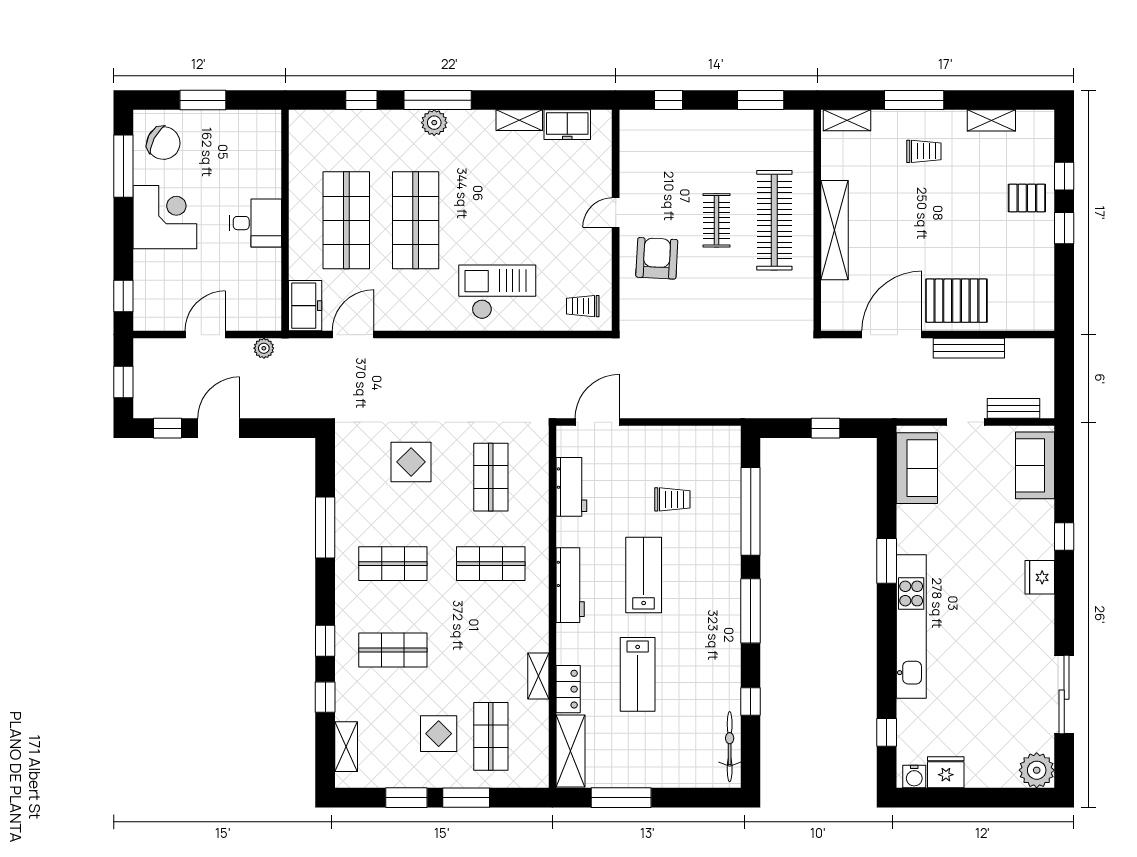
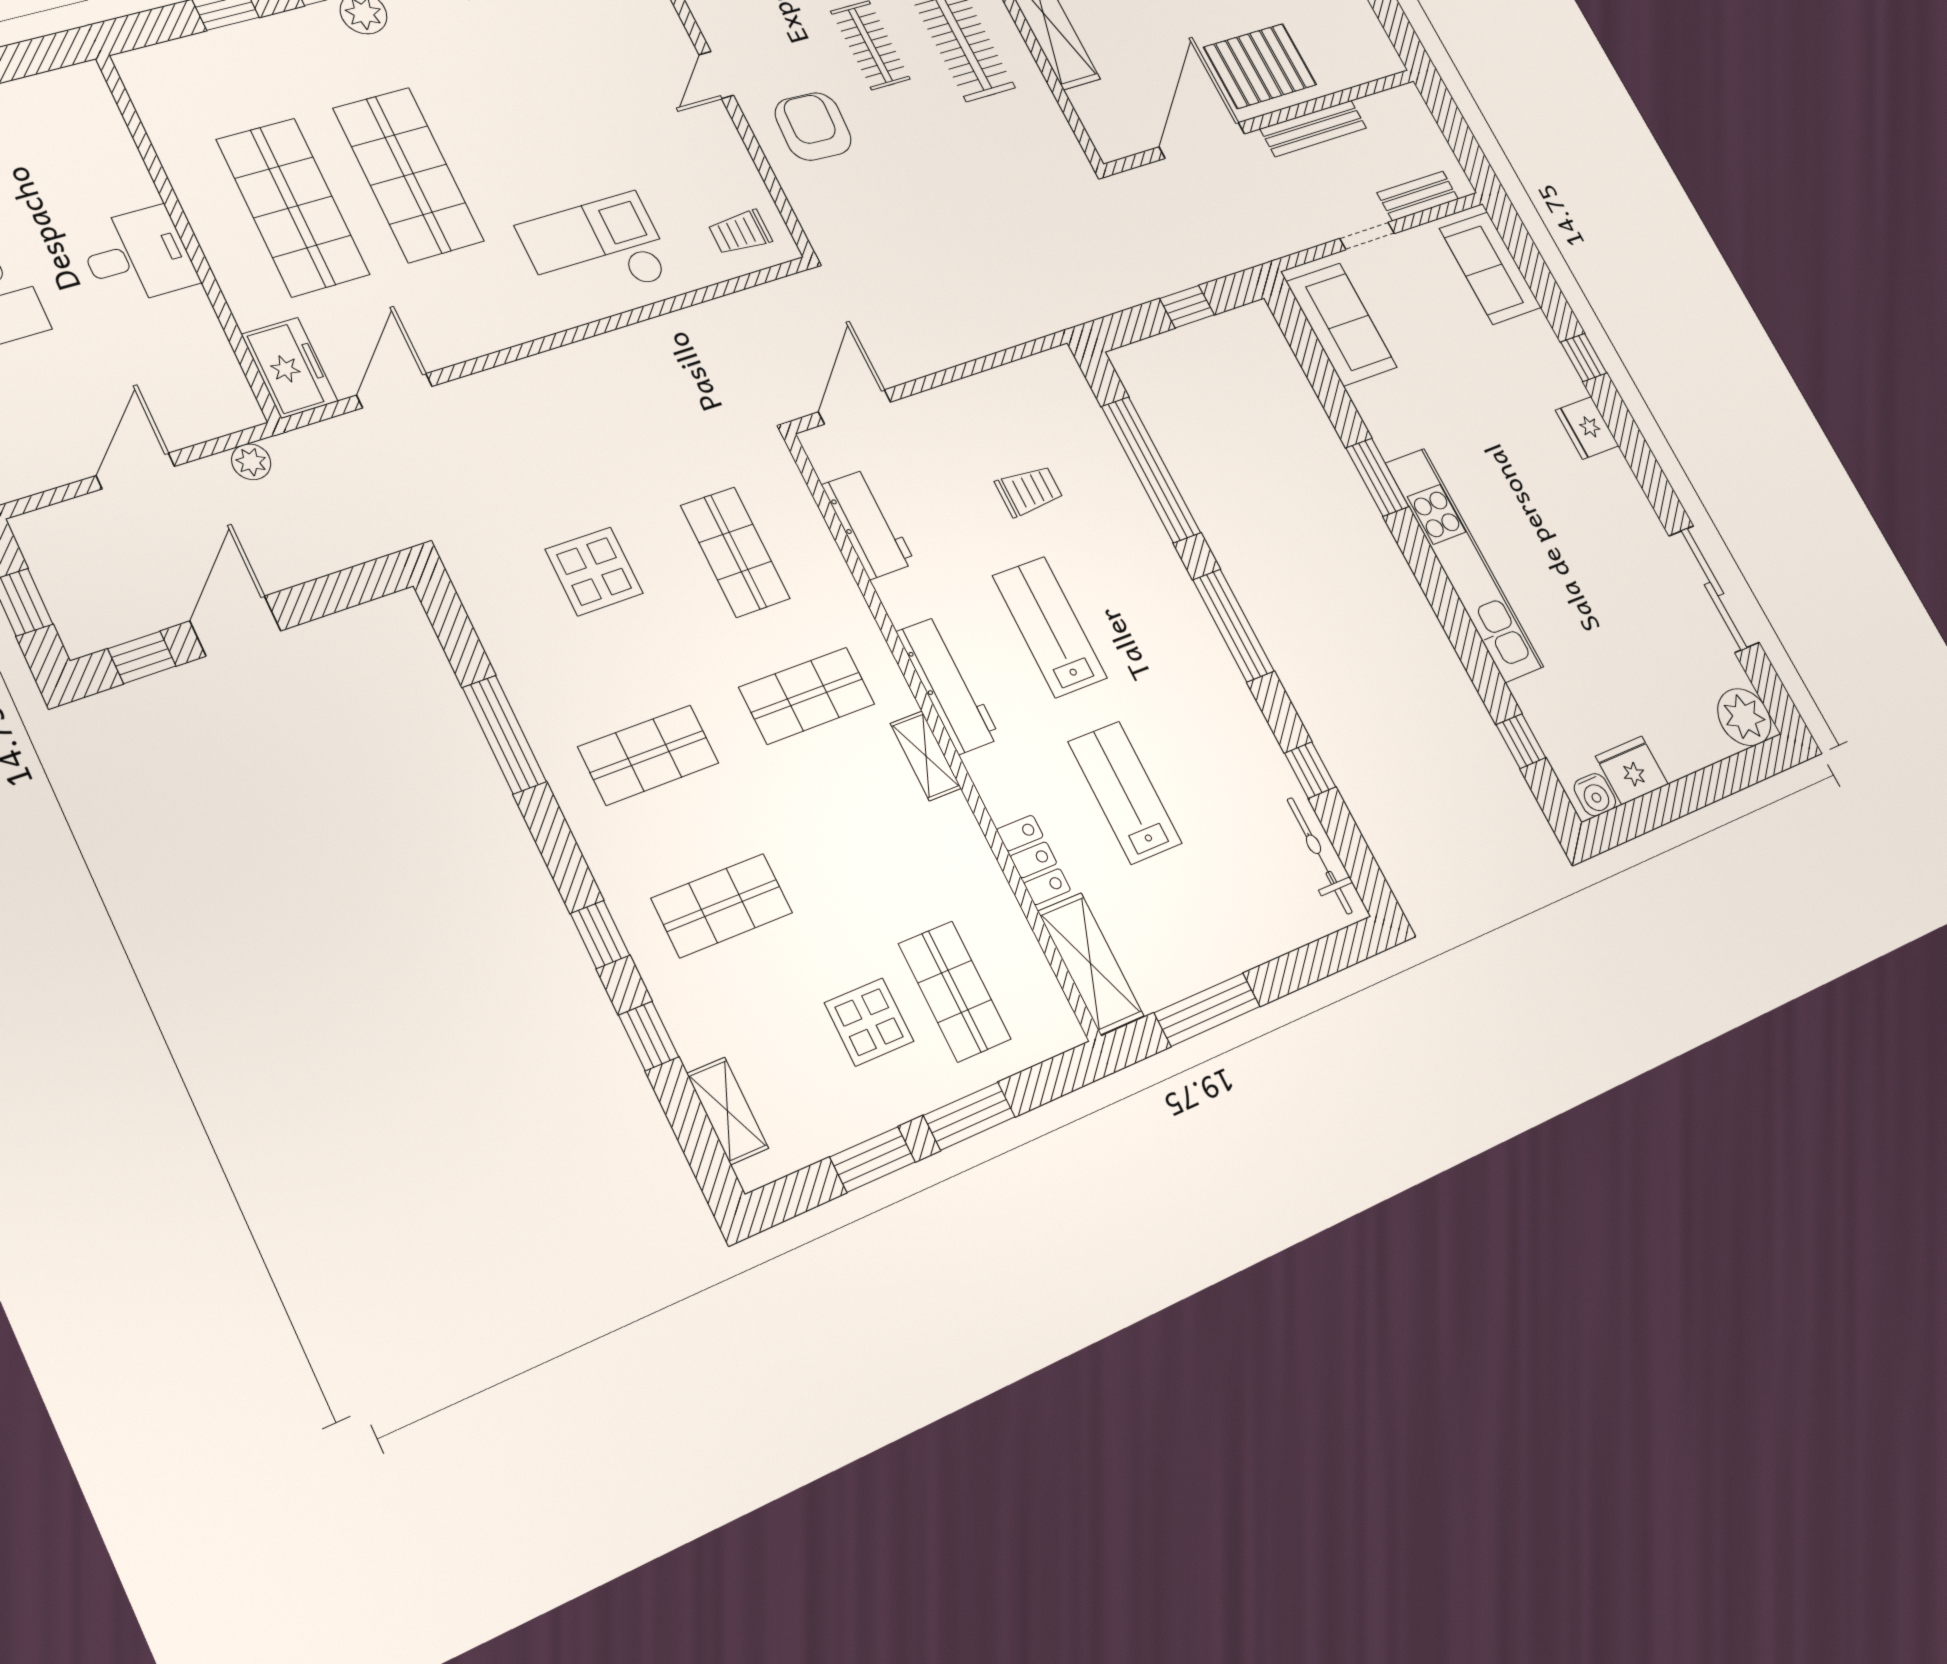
lab bench: (638, 674) -> (1125, 793), turned 180
shelving: (538, 676) -> (926, 756), moved

